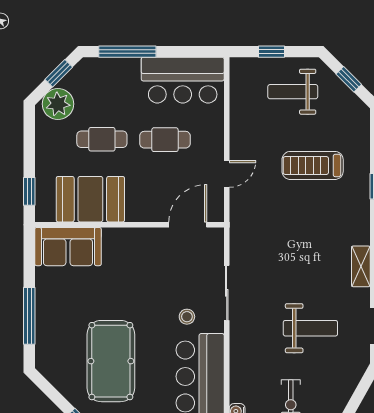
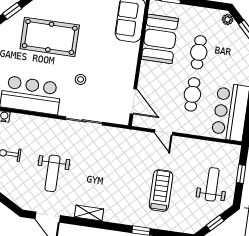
plant: (58, 104) -> (228, 19), width x0.53, depth x0.53
stool: (187, 317) -> (81, 79), moved

